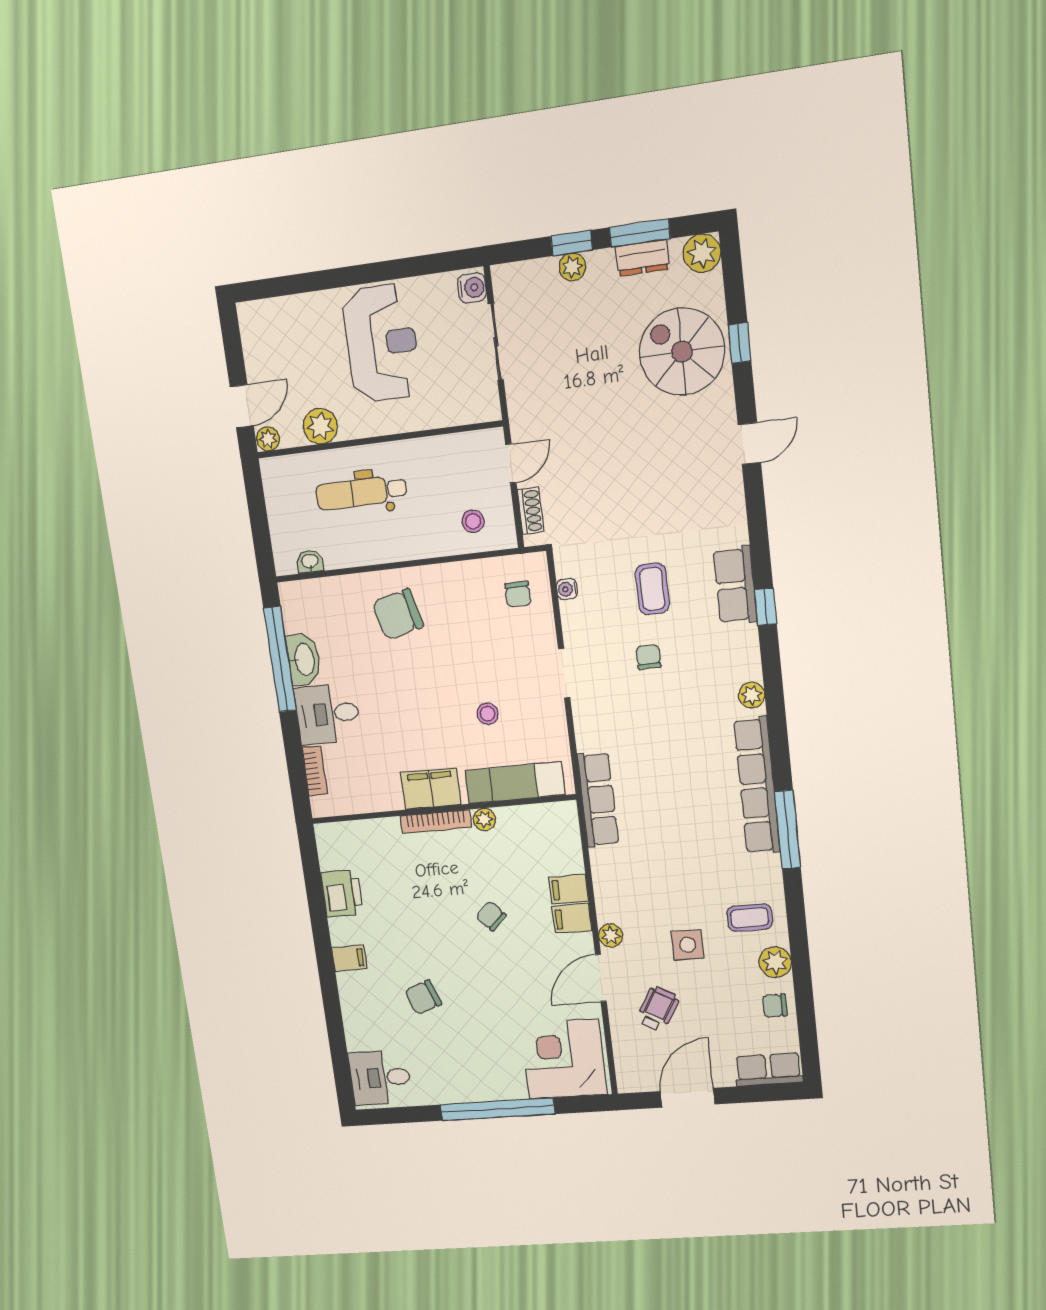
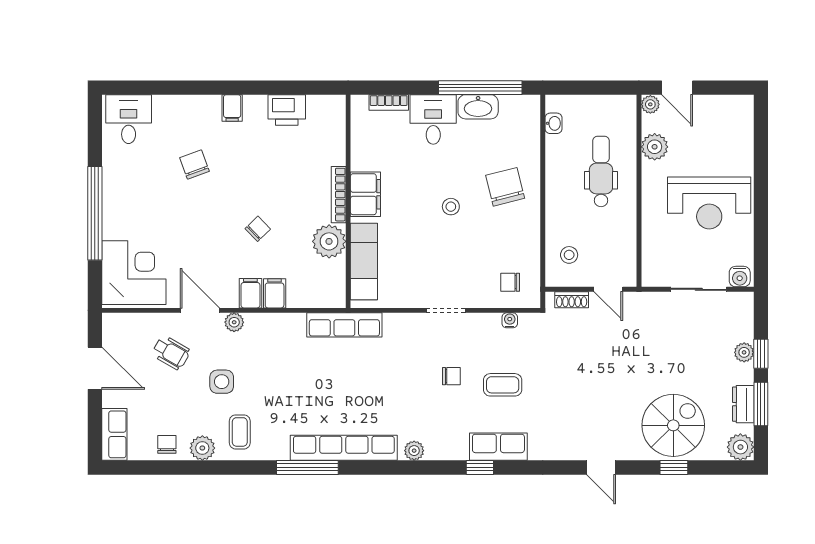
stool: (488, 714) -> (451, 207), moved
plant: (484, 819) -> (329, 241), width x1.87, depth x1.87

